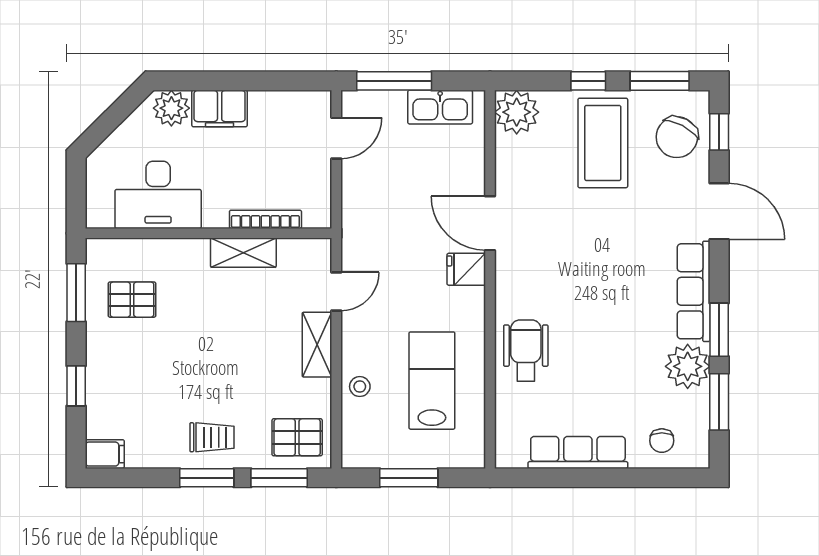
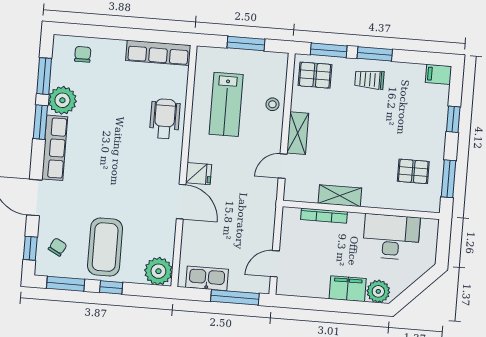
chair: (677, 137) -> (58, 247), width x0.54, depth x0.54
wheelchair: (526, 350) -> (165, 119), turned 180
row of seats: (578, 452) -> (158, 53), moved

